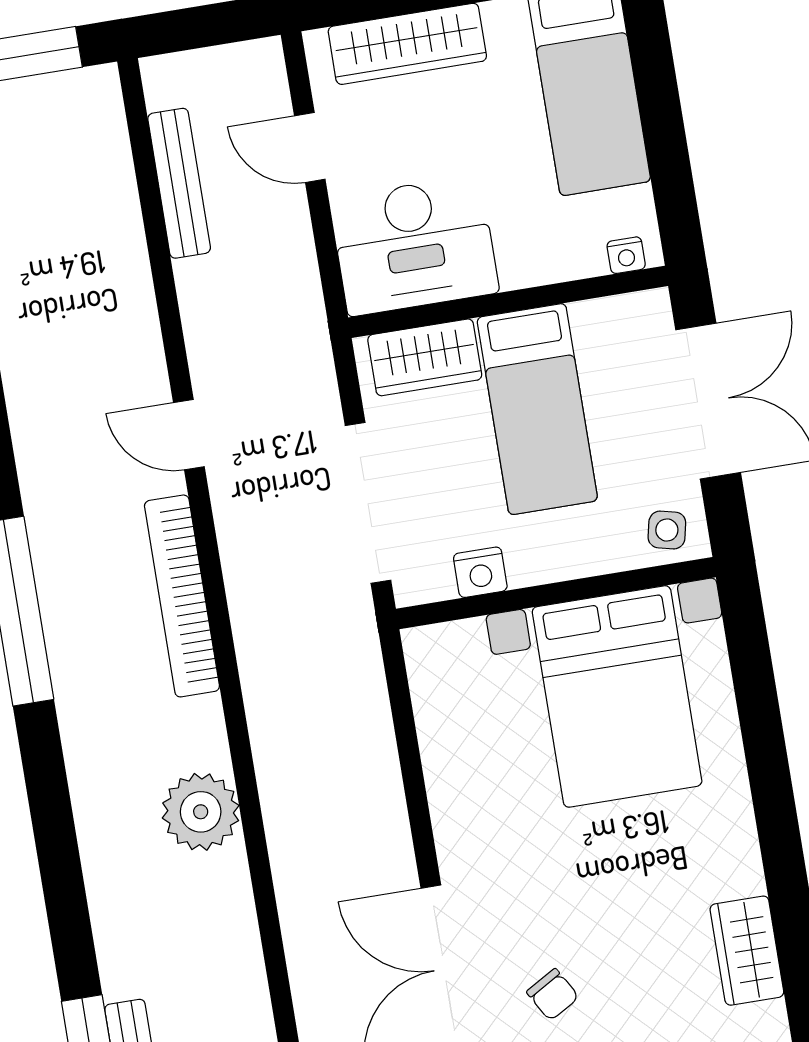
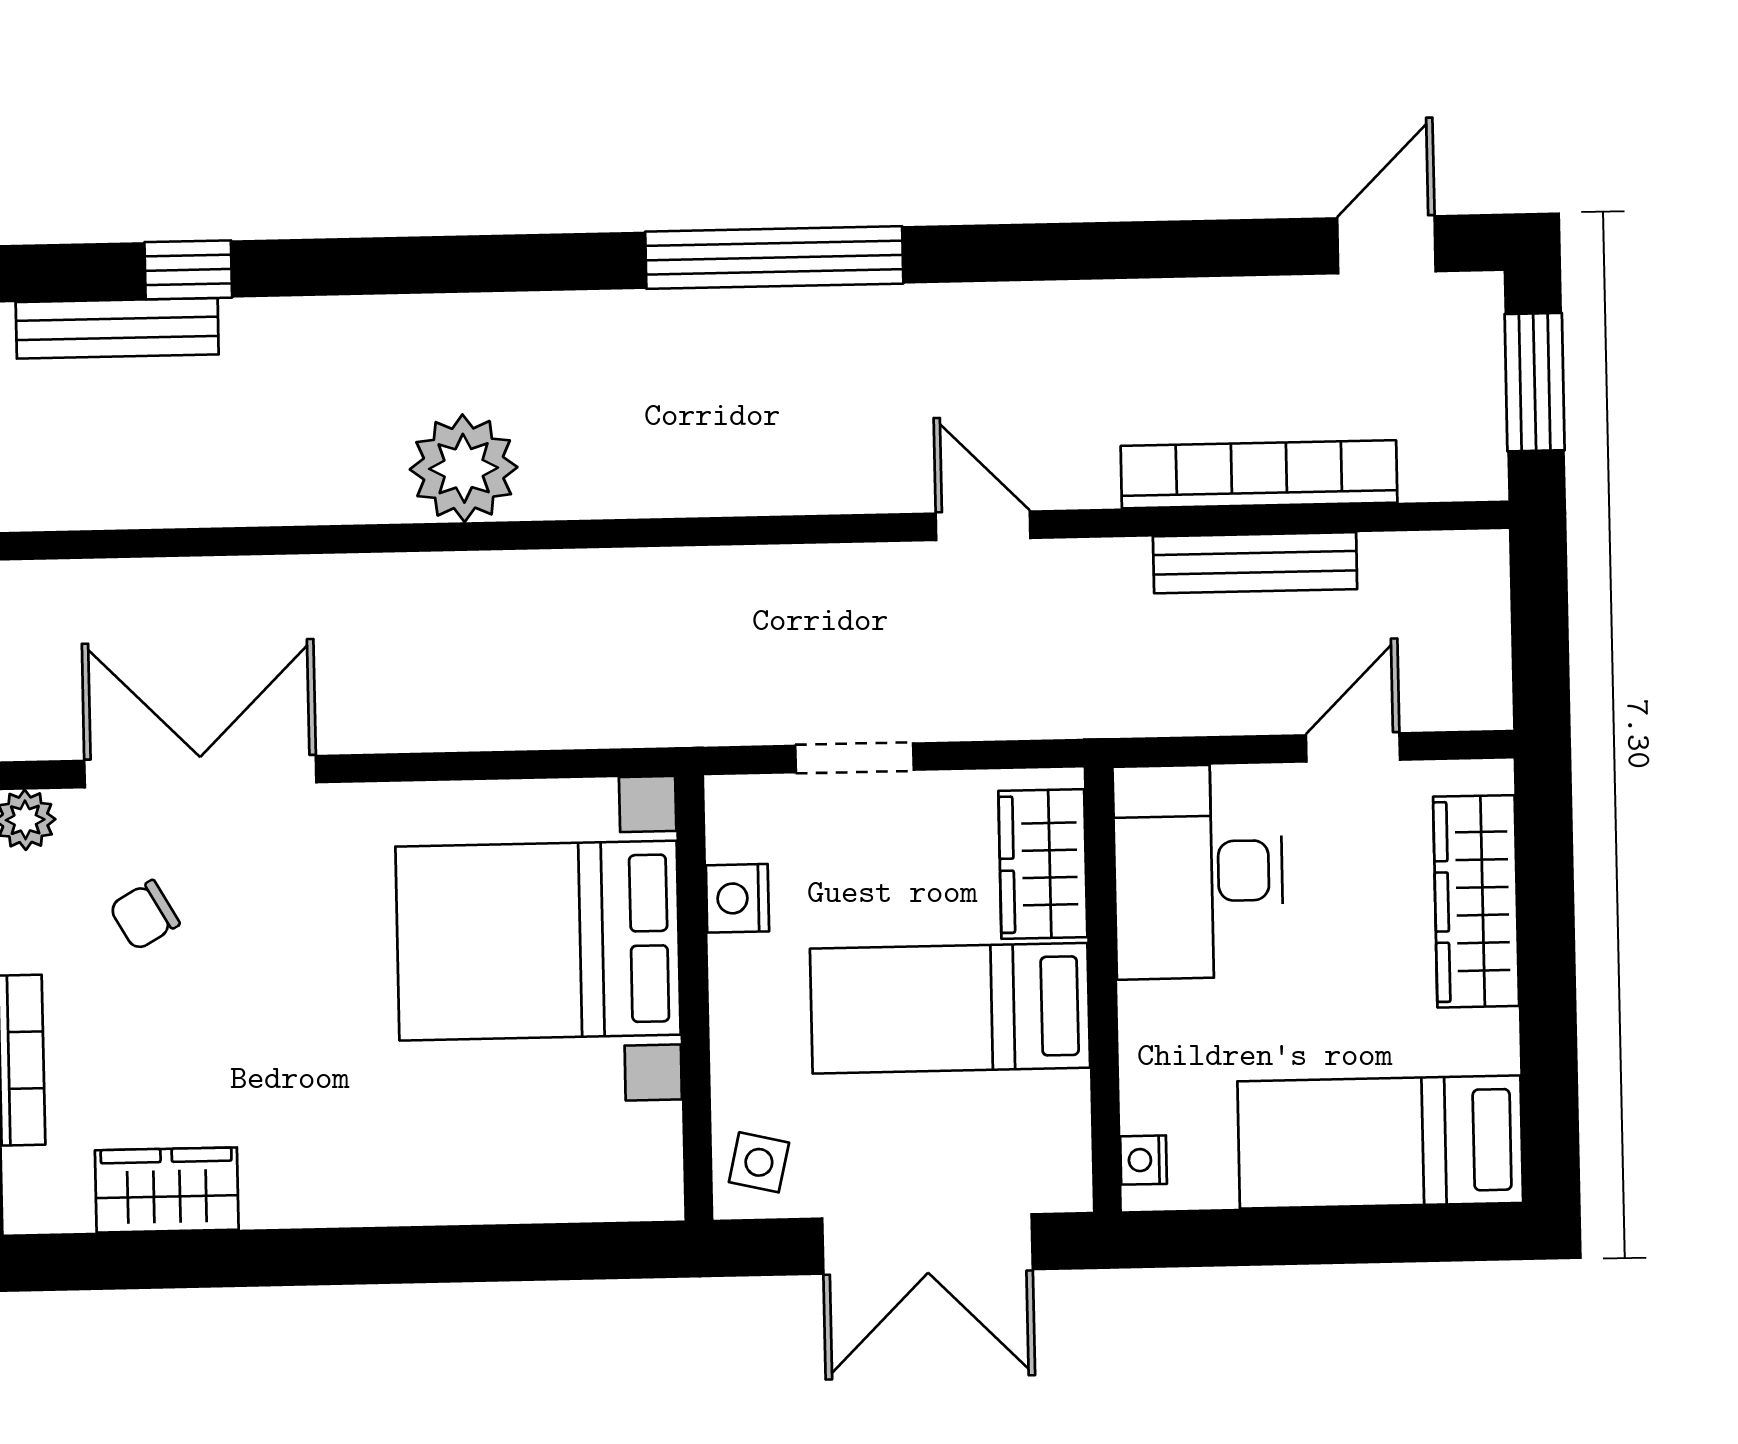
bench: (179, 183) -> (1255, 563), moved
door: (189, 435) -> (983, 526), hinge flipped
doorway: (368, 503) -> (854, 758), width x0.53
bookcase: (182, 596) -> (1259, 474), moved
bed with nightstands: (617, 696) -> (538, 941), moved

